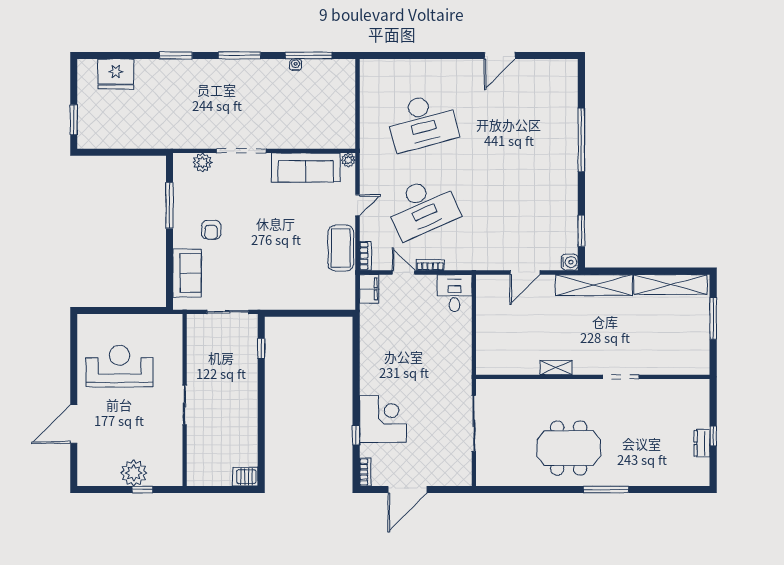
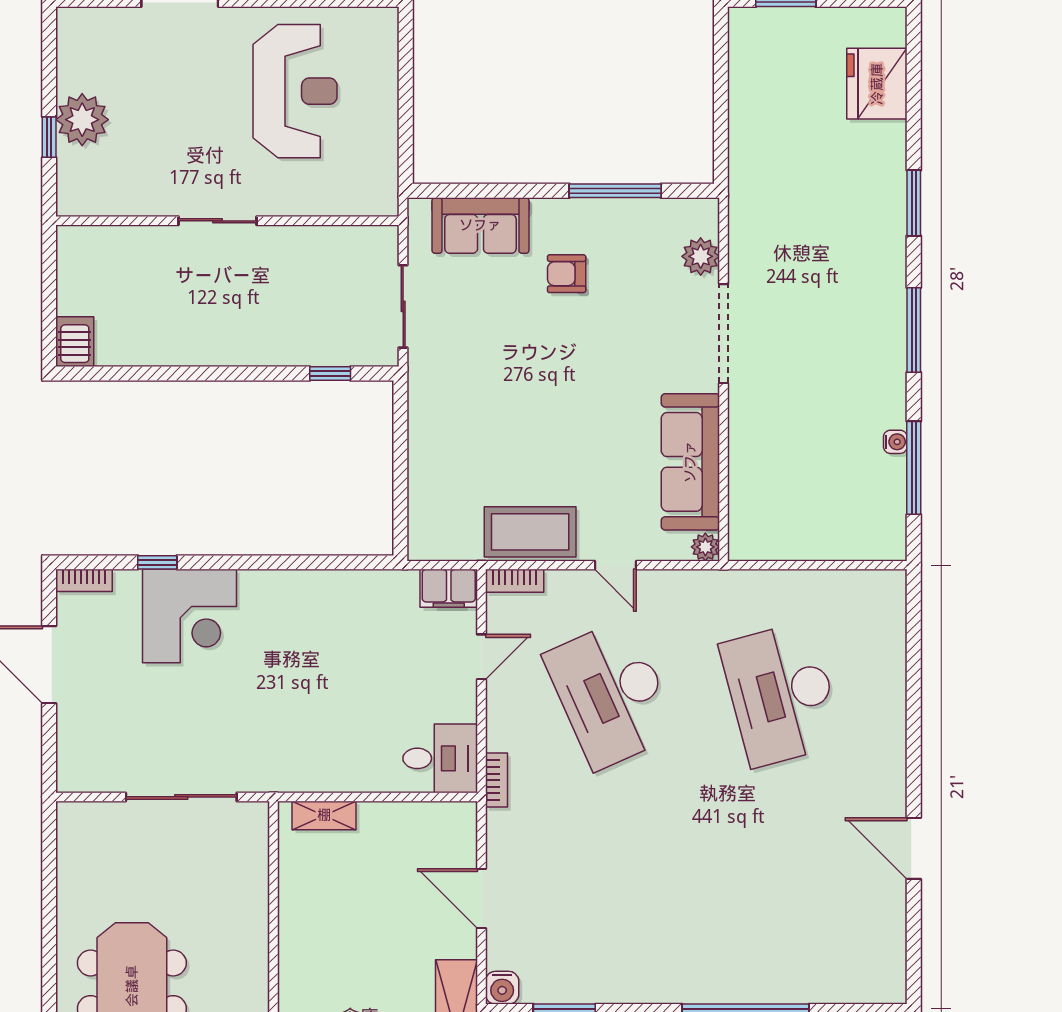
bookcase: (430, 265) -> (496, 780), moved
shelving: (556, 368) -> (324, 815), moved, turned 90

